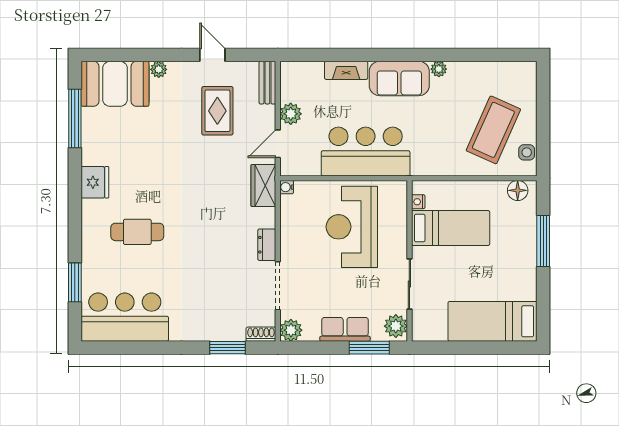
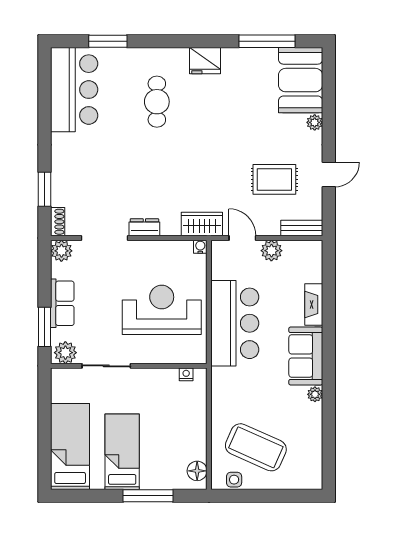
bed: (451, 228) -> (122, 452), moved, turned 180

